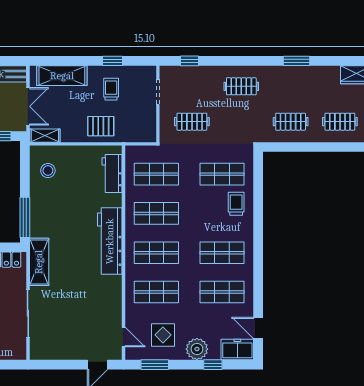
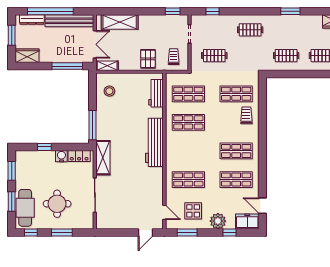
window: (113, 61) -> (173, 11), moved
trolley: (111, 89) -> (174, 57), moved
pallet: (101, 126) -> (148, 59), turned 90
shop shelf: (156, 253) -> (188, 151), removed

